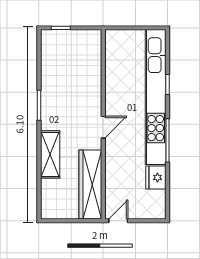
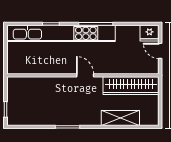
shelving: (50, 154) -> (120, 118), moved
fridge: (156, 177) -> (149, 33), moved
door: (118, 221) -> (160, 51), moved

